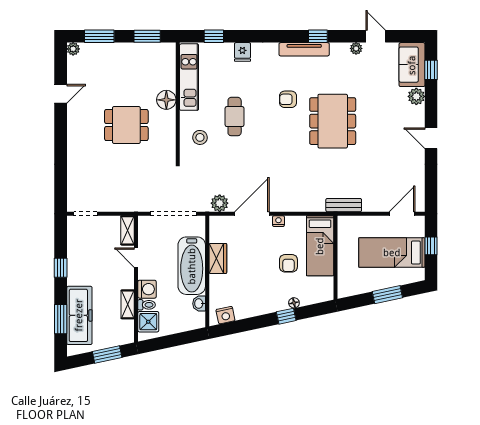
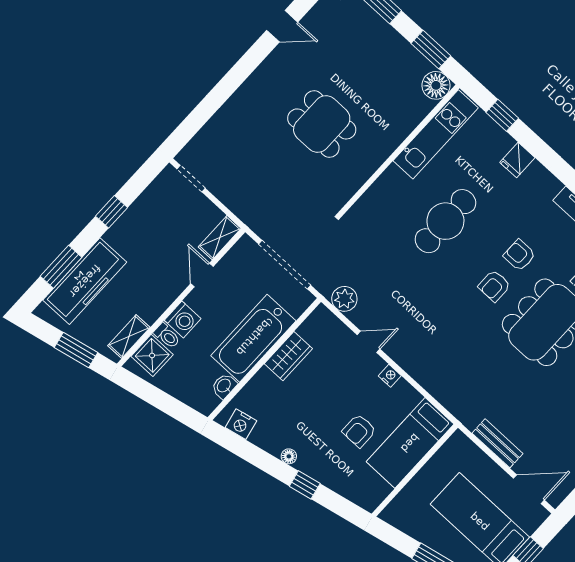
floor lamp: (166, 100) -> (436, 85), moved
cafe table: (235, 117) -> (445, 221), width x1.37, depth x1.35
armchair: (289, 127) -> (494, 286), added
stool: (200, 137) -> (388, 209), removed
bench: (344, 205) -> (497, 443), moved
door: (252, 214) -> (369, 342), width x0.53
floor lamp: (294, 303) -> (289, 456), moved
shelving: (128, 304) -> (129, 337), moved

